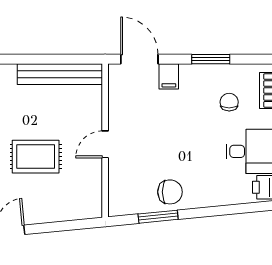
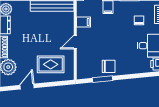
filing cabinet: (121, 106) -> (83, 22), added
rug: (36, 157) -> (51, 64), moved

